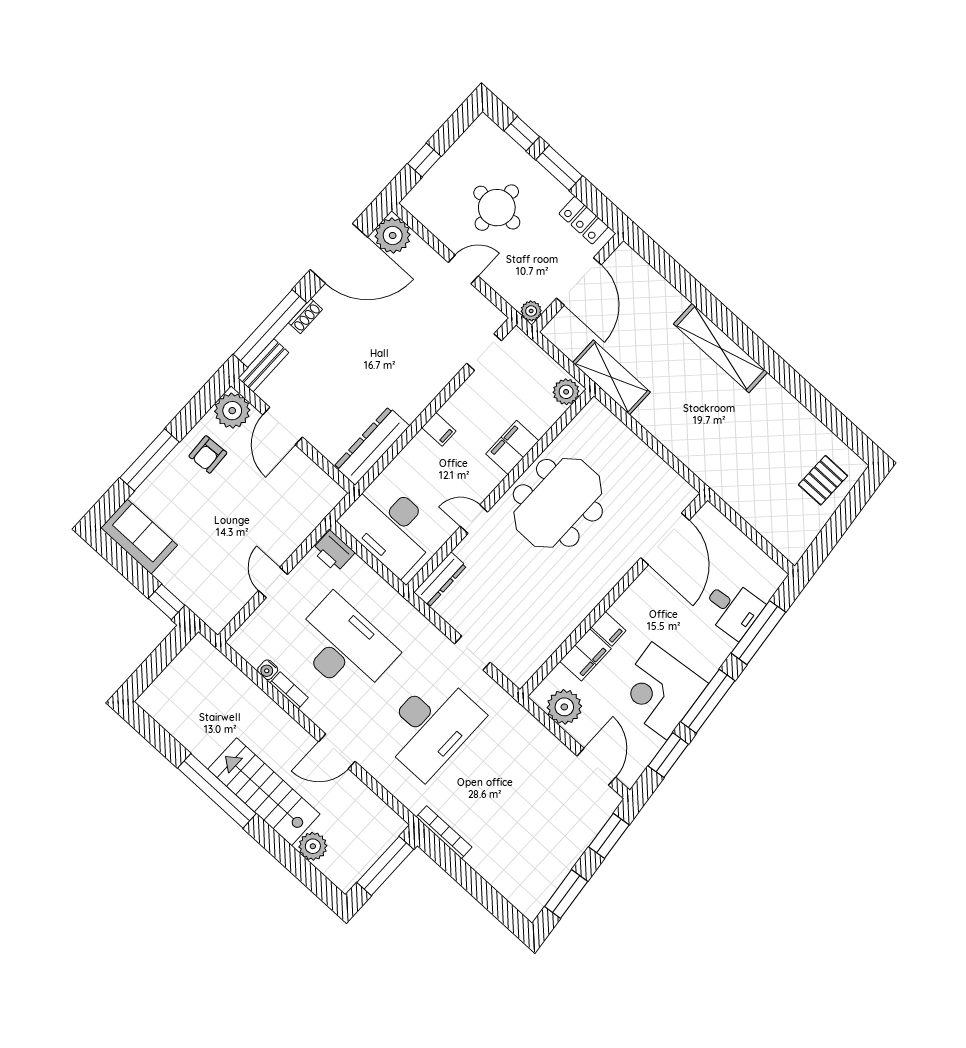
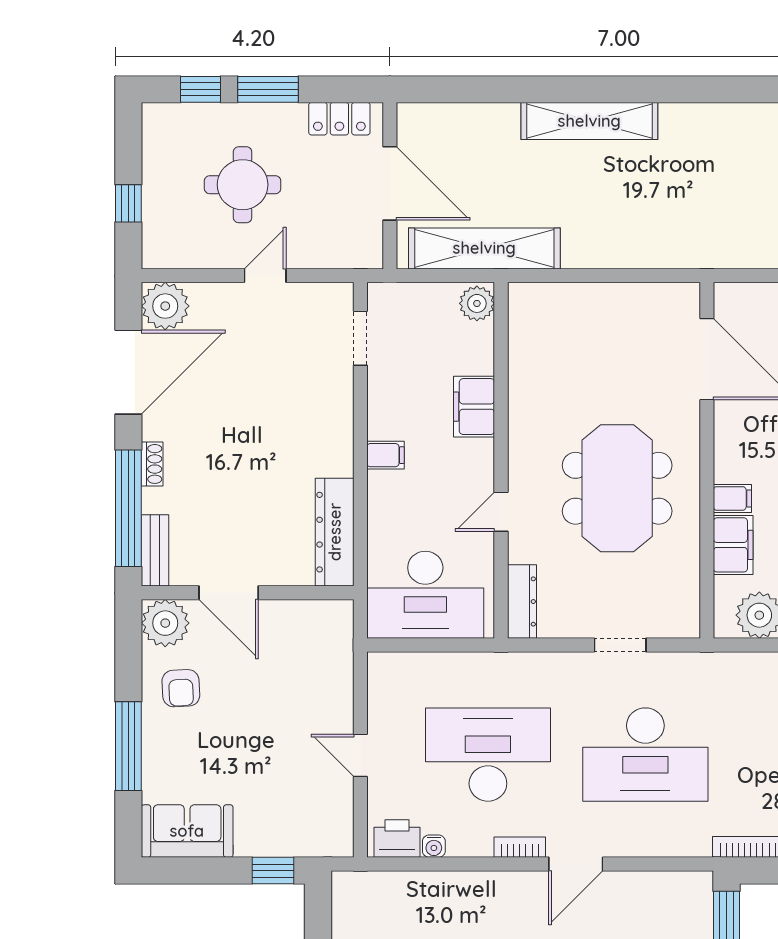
plant: (531, 311) -> (370, 255), removed
shelving: (611, 377) -> (484, 248), width x1.47
meeting table: (558, 503) -> (617, 488), moved
printer: (333, 551) -> (397, 839), moved, turned 180
bookcase: (289, 690) -> (520, 847), moved
desk: (431, 726) -> (645, 755), turned 90

